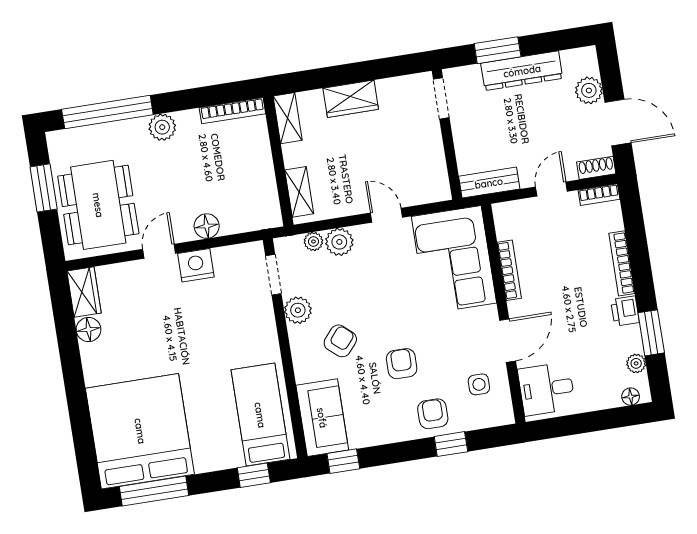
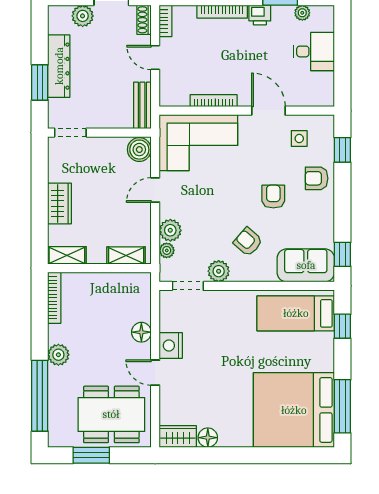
boiler: (434, 187) -> (139, 150), added
armchair: (402, 364) -> (273, 197), turned 90
desk: (547, 389) -> (314, 51), moved, turned -90
floor lamp: (631, 397) -> (328, 21), removed
window: (451, 444) -> (342, 150), moved

